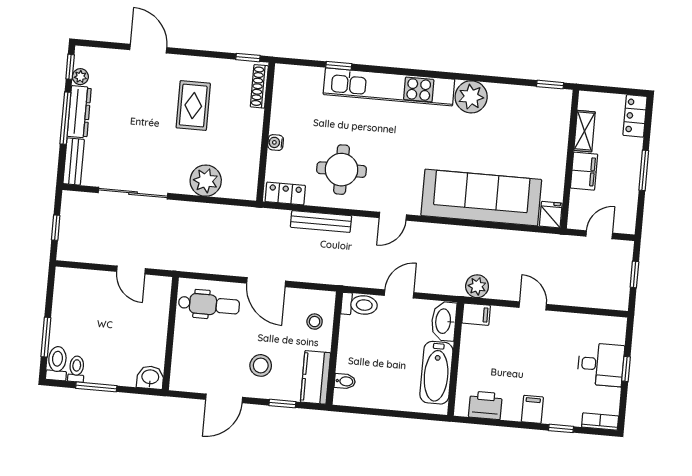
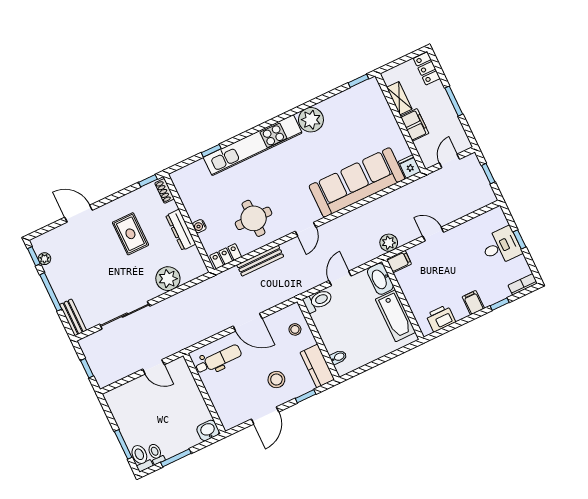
shoe rack: (259, 86) -> (165, 191), width x0.70
dresser: (79, 112) -> (181, 230), moved, turned 180

